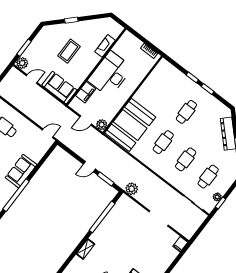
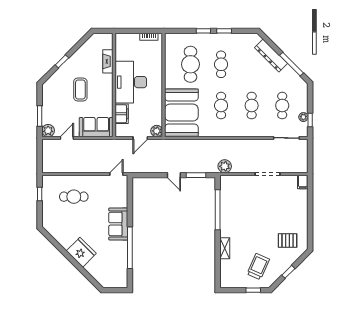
cafe table: (164, 95) -> (190, 64), added
door: (89, 167) -> (174, 175), hinge flipped

